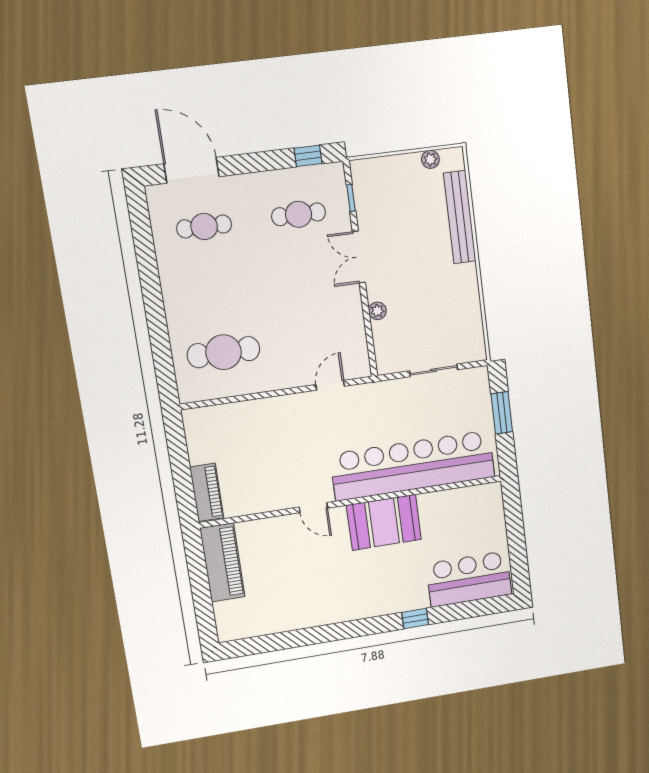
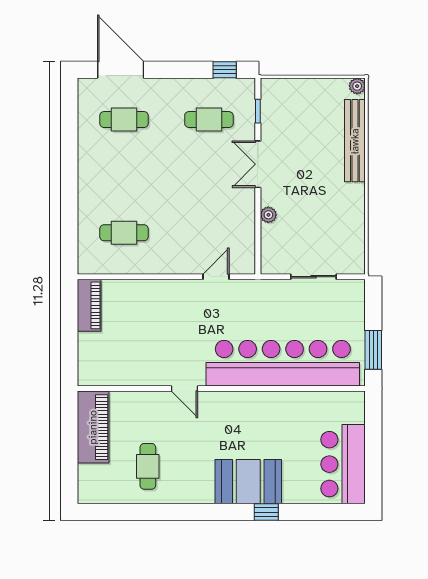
plant: (430, 159) -> (357, 86), moved
cafe table: (224, 352) -> (124, 233), width x0.73, depth x0.74
window: (502, 413) -> (373, 350), moved
piano: (207, 492) -> (89, 305), moved
booth: (384, 522) -> (248, 482), moved
bar counter: (469, 579) -> (343, 464), moved, turned -90
cafe table: (286, 593) -> (148, 466), added

